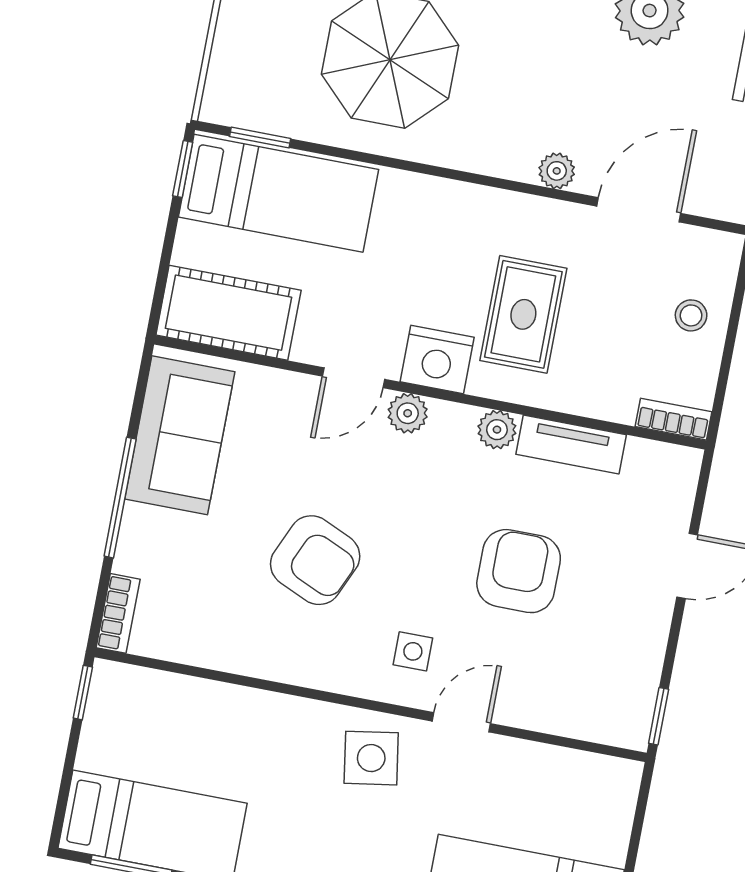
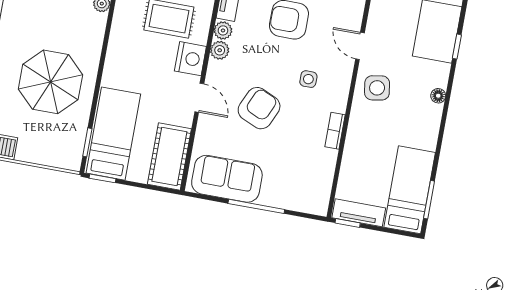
plant: (408, 413) -> (220, 50), moved
armchair: (315, 560) -> (259, 108), moved
bookcase: (118, 613) -> (335, 131), moved, turned -90
side table: (413, 651) -> (308, 79), moved
tv unit: (104, 717) -> (359, 213), added

